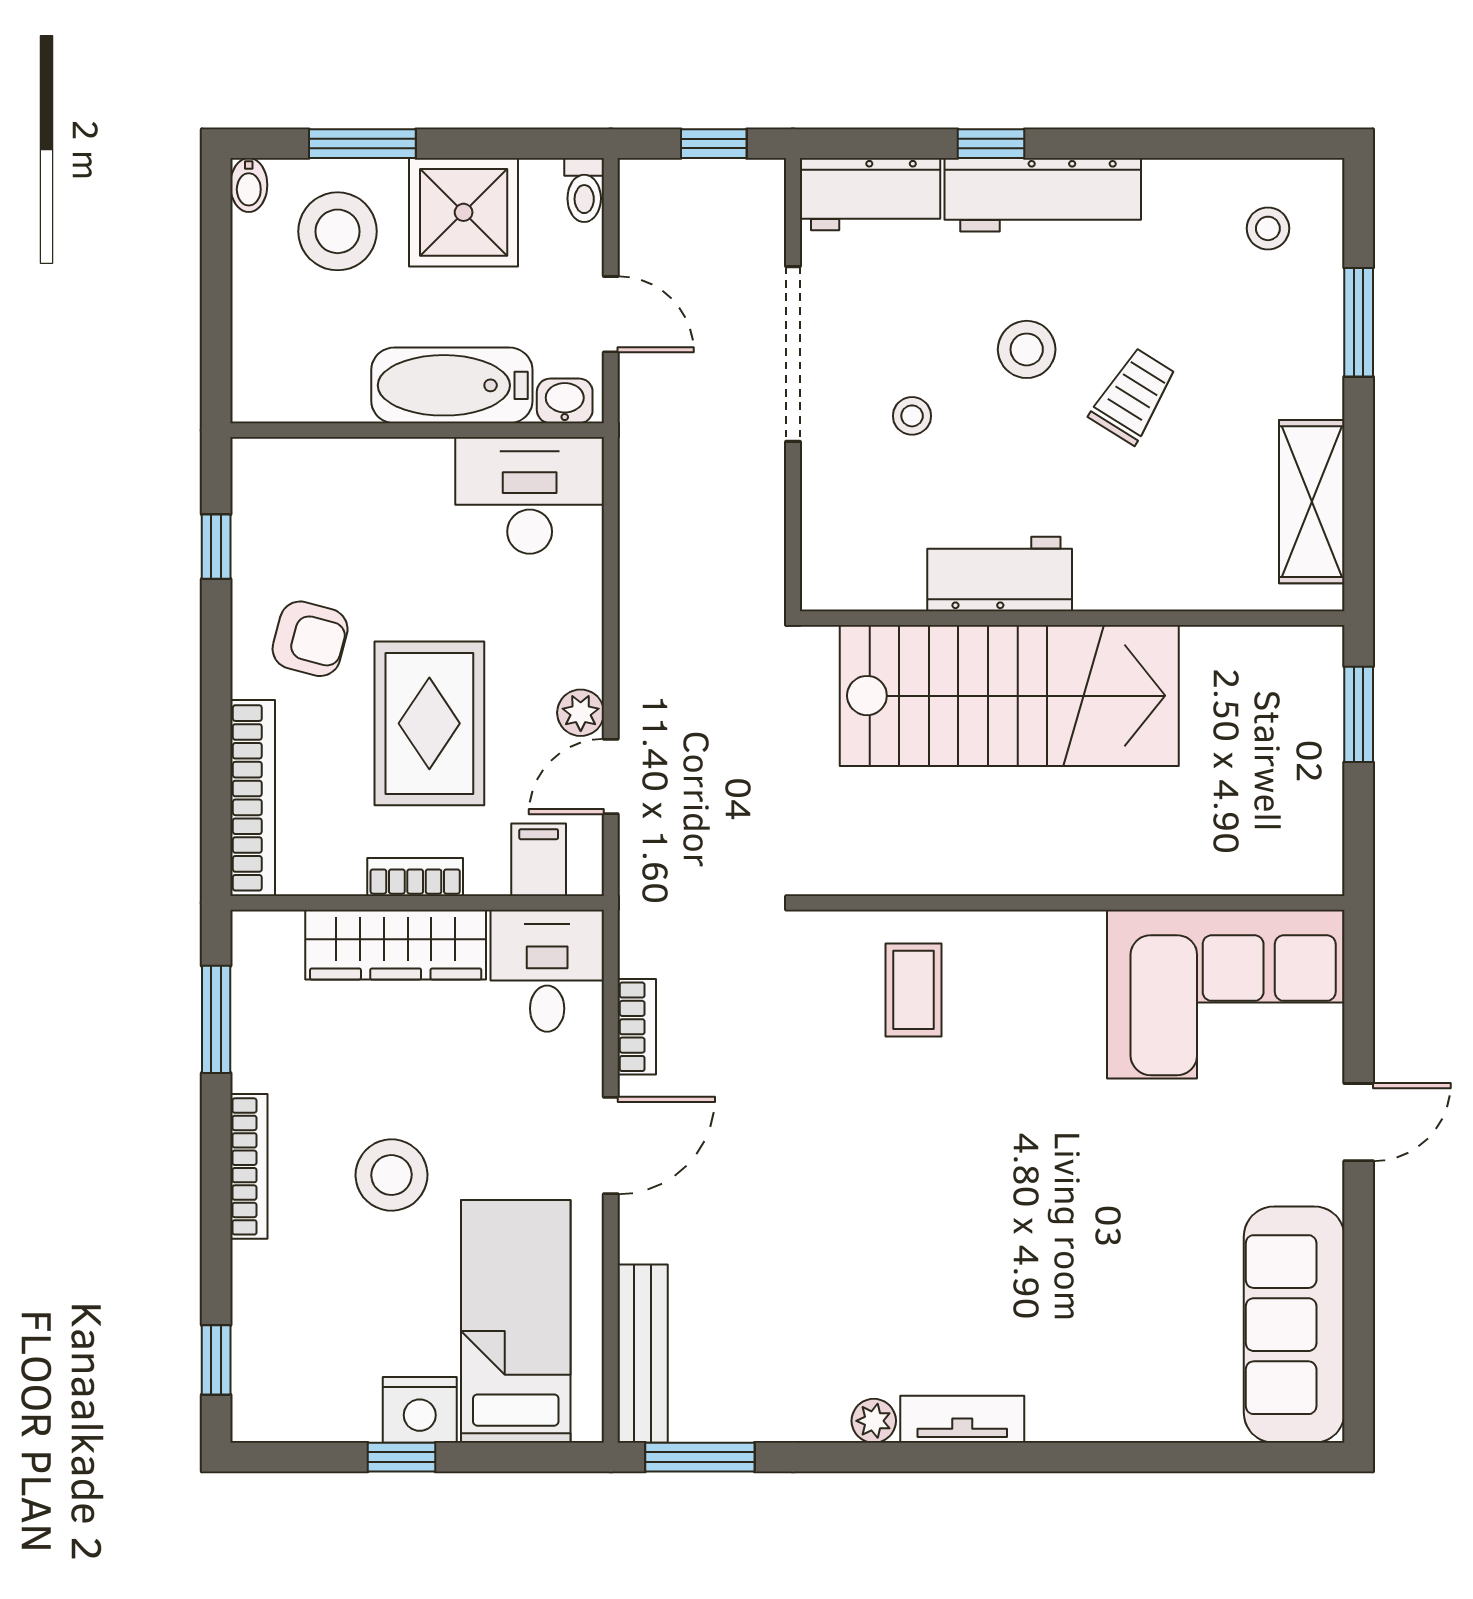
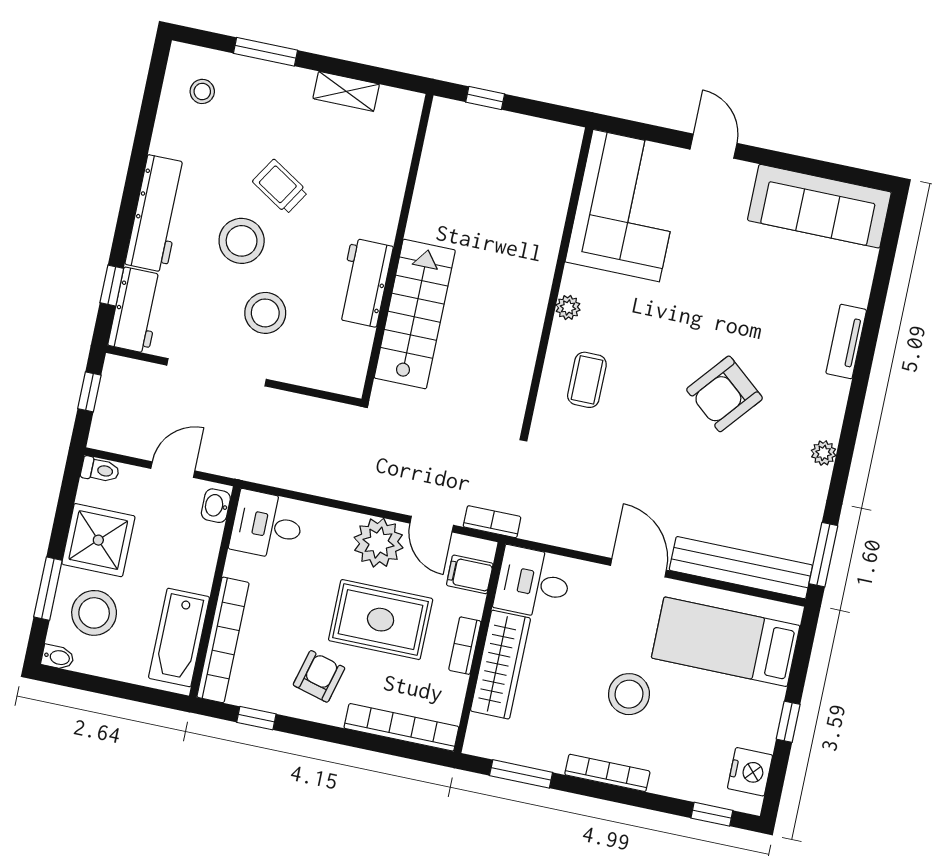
window: (991, 144) -> (112, 286), moved
stool: (1027, 349) -> (242, 241), width x1.38, depth x1.38
bathtub: (452, 385) -> (179, 638), moved
stool: (912, 416) -> (265, 313), width x1.89, depth x1.89
bookcase: (338, 461) -> (223, 640), added
desk: (530, 495) -> (267, 525), width x0.73
shelving: (1312, 502) -> (346, 91), width x0.67, depth x0.75
stairs: (1009, 696) -> (415, 314), width x0.73, depth x0.66
plant: (581, 713) -> (379, 543), width x1.87, depth x1.87
window: (1359, 714) -> (485, 98), width x0.67
plant: (1030, 932) -> (568, 307), added
coffee table: (913, 990) -> (587, 380), turned 90
bookcase: (637, 1027) -> (492, 522), moved
armchair: (939, 1230) -> (725, 394), added
bench: (643, 1354) -> (741, 568), width x1.37, depth x1.21
nightstand: (420, 1410) -> (750, 772), moved
tv unit: (962, 1419) -> (846, 342), moved

